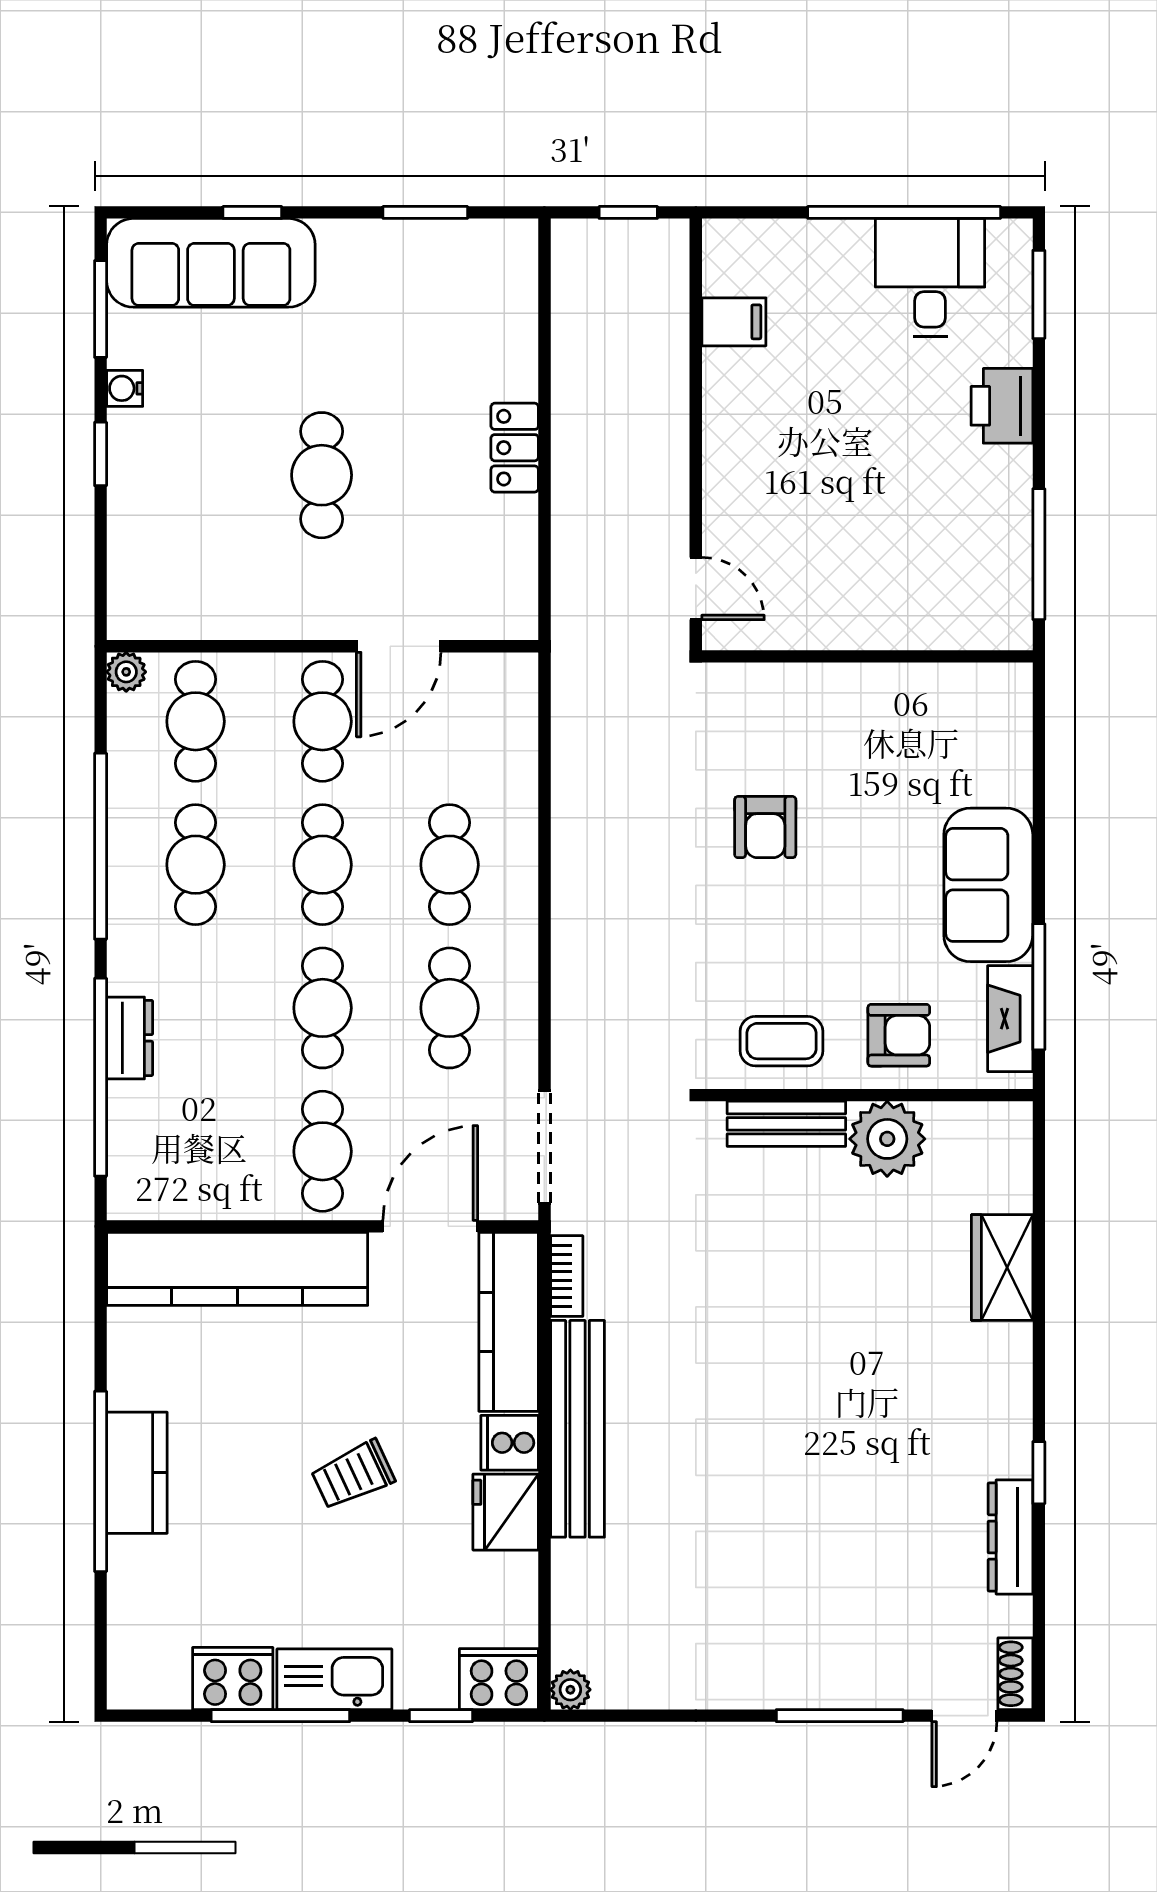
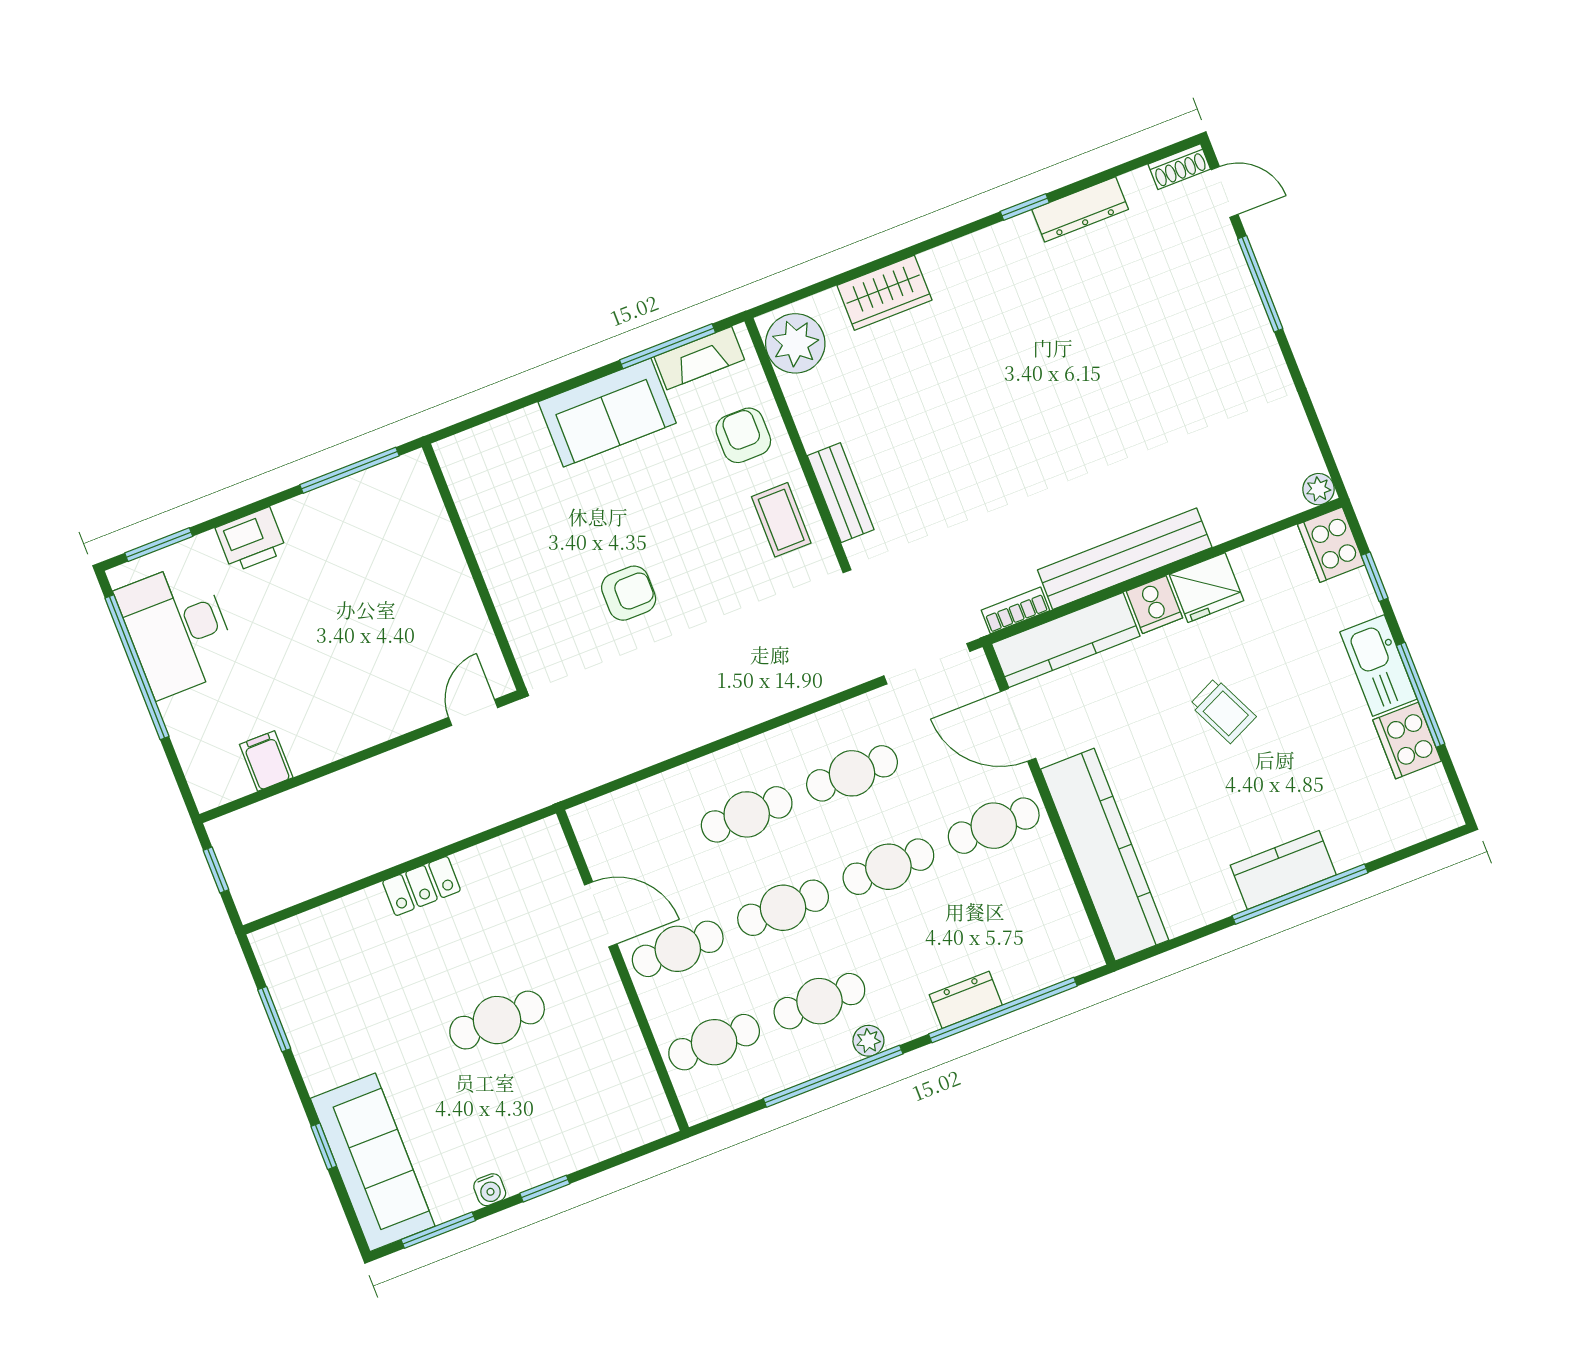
desk: (930, 277) -> (177, 629), width x1.37
plant: (126, 672) -> (868, 1041), moved
plant: (887, 1139) -> (795, 343), moved

